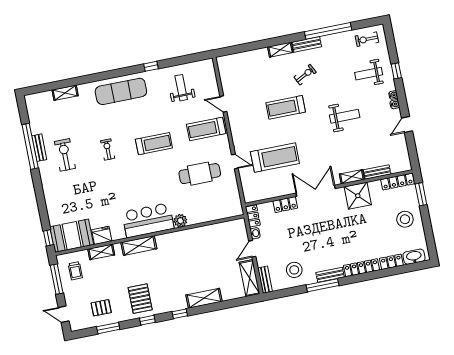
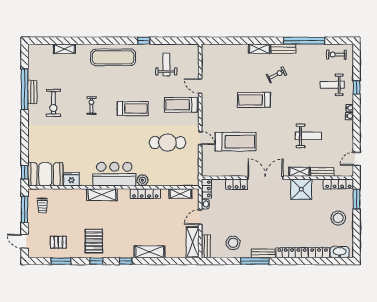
weight bench: (345, 116) -> (308, 136), moved
door: (407, 124) -> (356, 159), moved
exercise bike: (65, 155) -> (53, 103), turned 180
locker: (187, 235) -> (145, 194), added
shelving: (101, 252) -> (180, 194), moved

